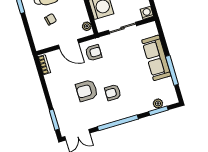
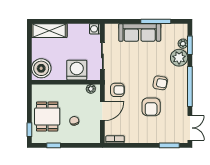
armchair: (93, 53) -> (117, 90), turned 90
armchair: (113, 93) -> (160, 83), turned -80
plant: (143, 104) -> (179, 58), added

